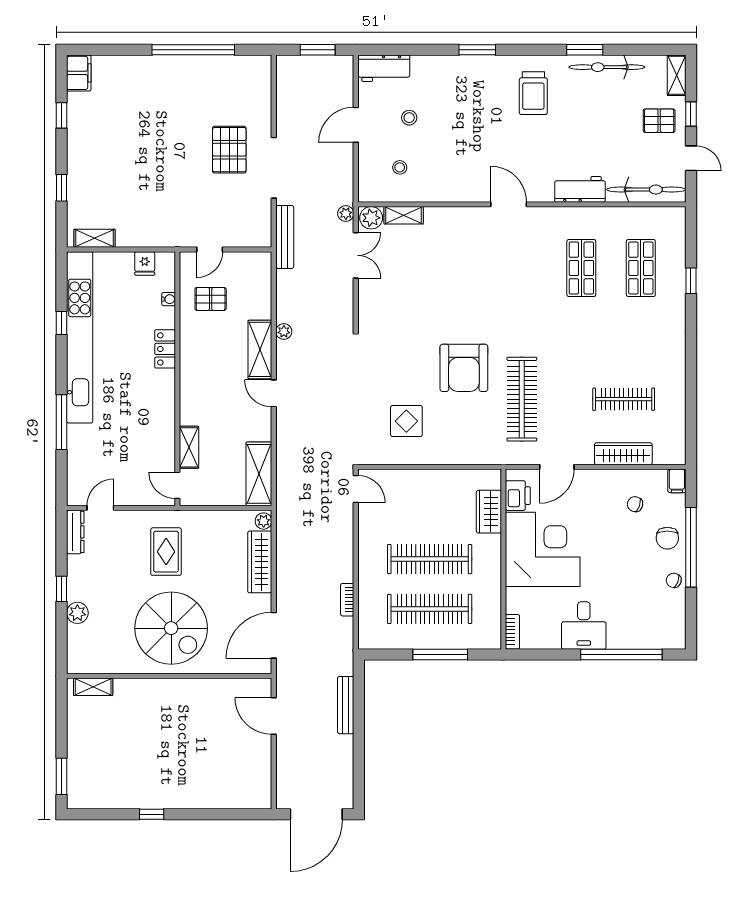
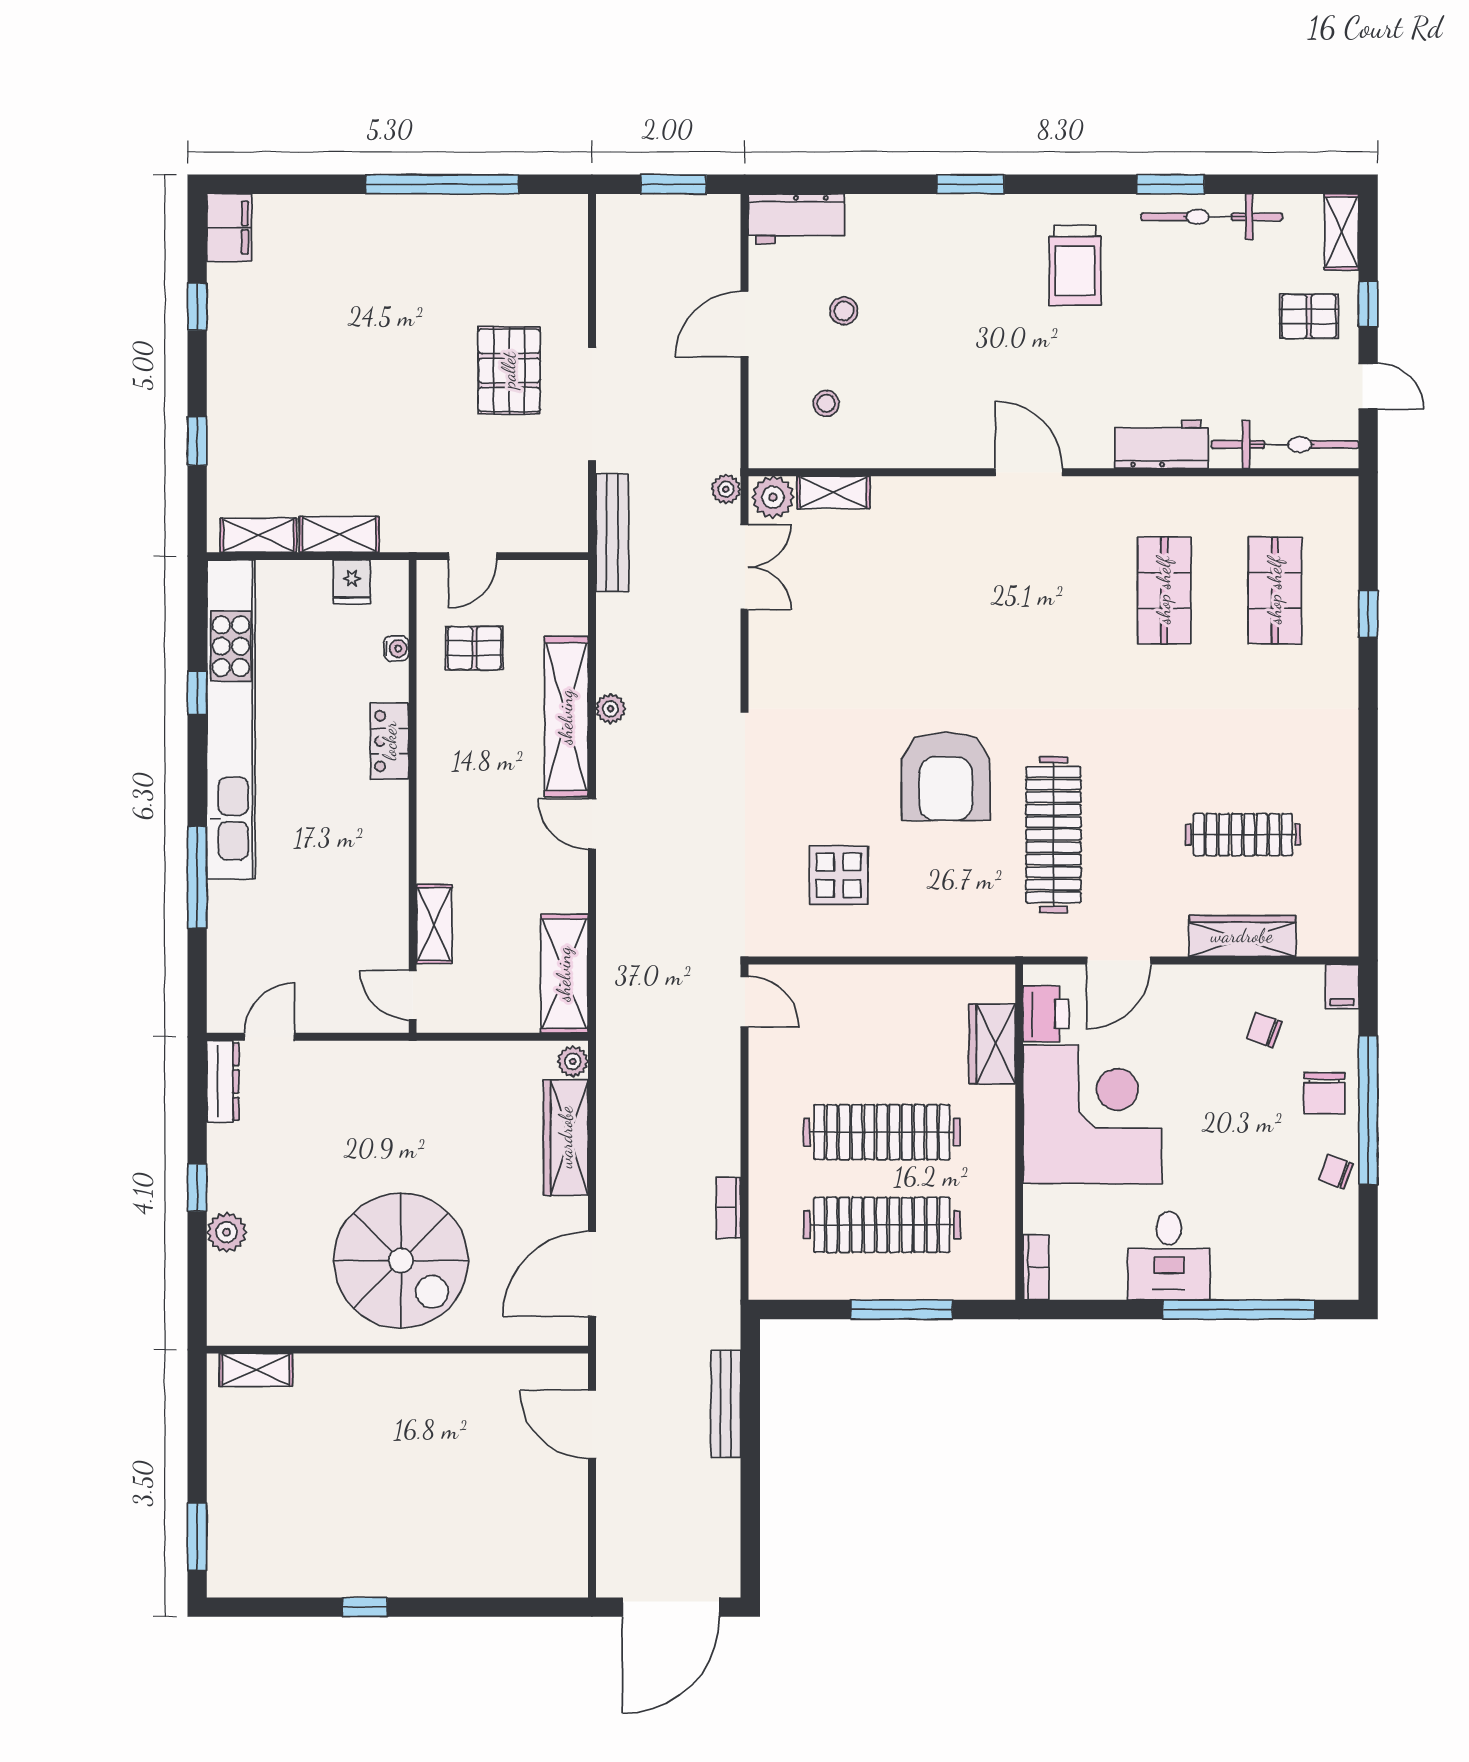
shelving: (138, 238) -> (339, 534), added
shelving: (260, 349) -> (566, 717), width x1.47
rug: (166, 552) -> (391, 1118), removed

